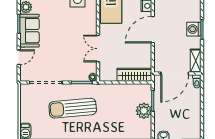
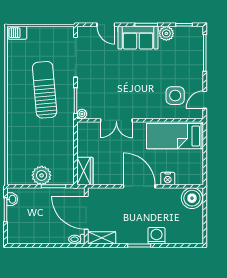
washing machine: (194, 29) -> (157, 236), moved
double door: (98, 49) -> (116, 120), swing flipped
wardrobe: (134, 75) -> (85, 171), width x0.67

